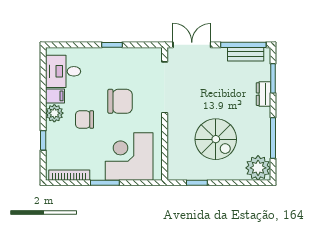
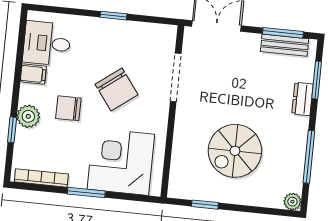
window: (243, 45) -> (283, 33), width x0.69
doorway: (165, 87) -> (176, 77), width x0.73
chair: (120, 101) -> (117, 89), turned 53
plant: (54, 113) -> (28, 116), moved
spiral stairs: (216, 139) -> (235, 151), turned 90
plant: (258, 168) -> (292, 202), width x0.53, depth x0.53

